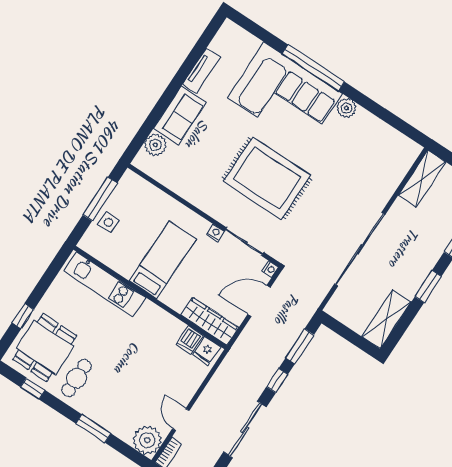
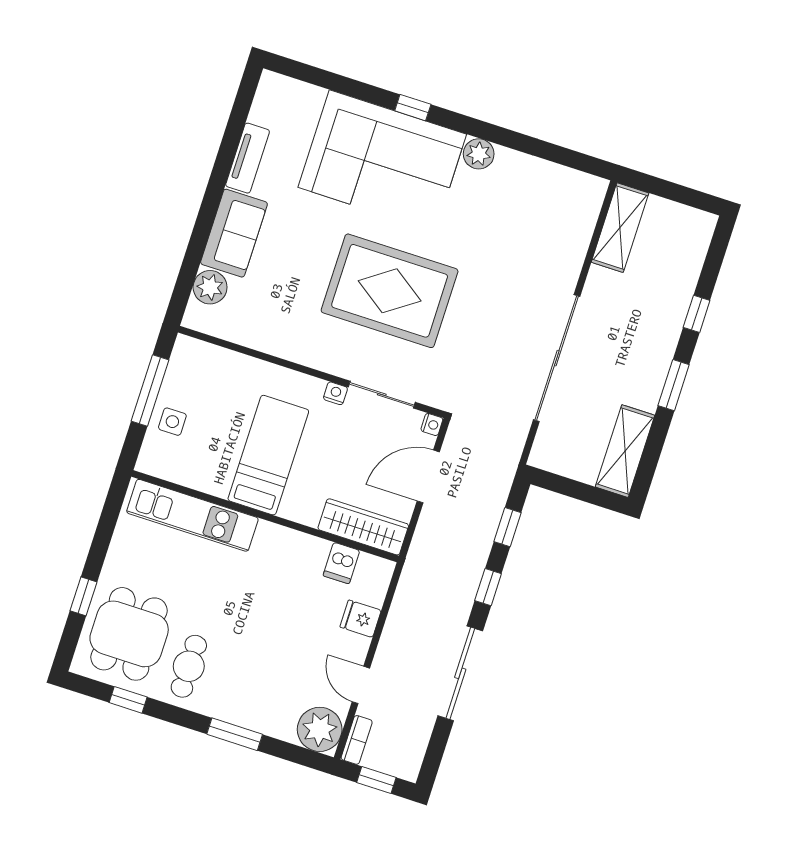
window: (313, 68) -> (413, 108), width x0.32
window: (300, 346) -> (507, 527), width x0.67
fridge: (206, 351) -> (361, 619), moved, turned 90

